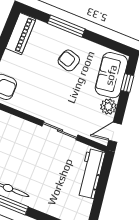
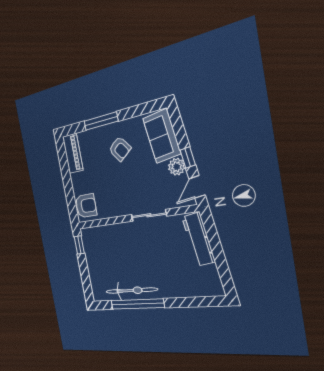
armchair: (69, 60) -> (120, 149), turned -145
window: (127, 83) -> (188, 157), moved

